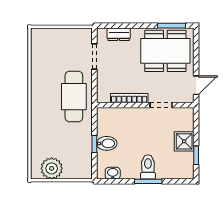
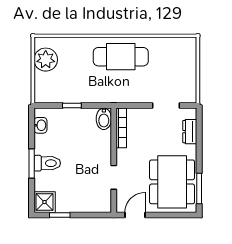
door: (196, 85) -> (135, 215), swing flipped
cafe table: (74, 97) -> (121, 57), moved
bookcase: (129, 98) -> (121, 128), moved
shower: (184, 141) -> (45, 202), moved
bidet: (107, 143) -> (104, 119), moved

